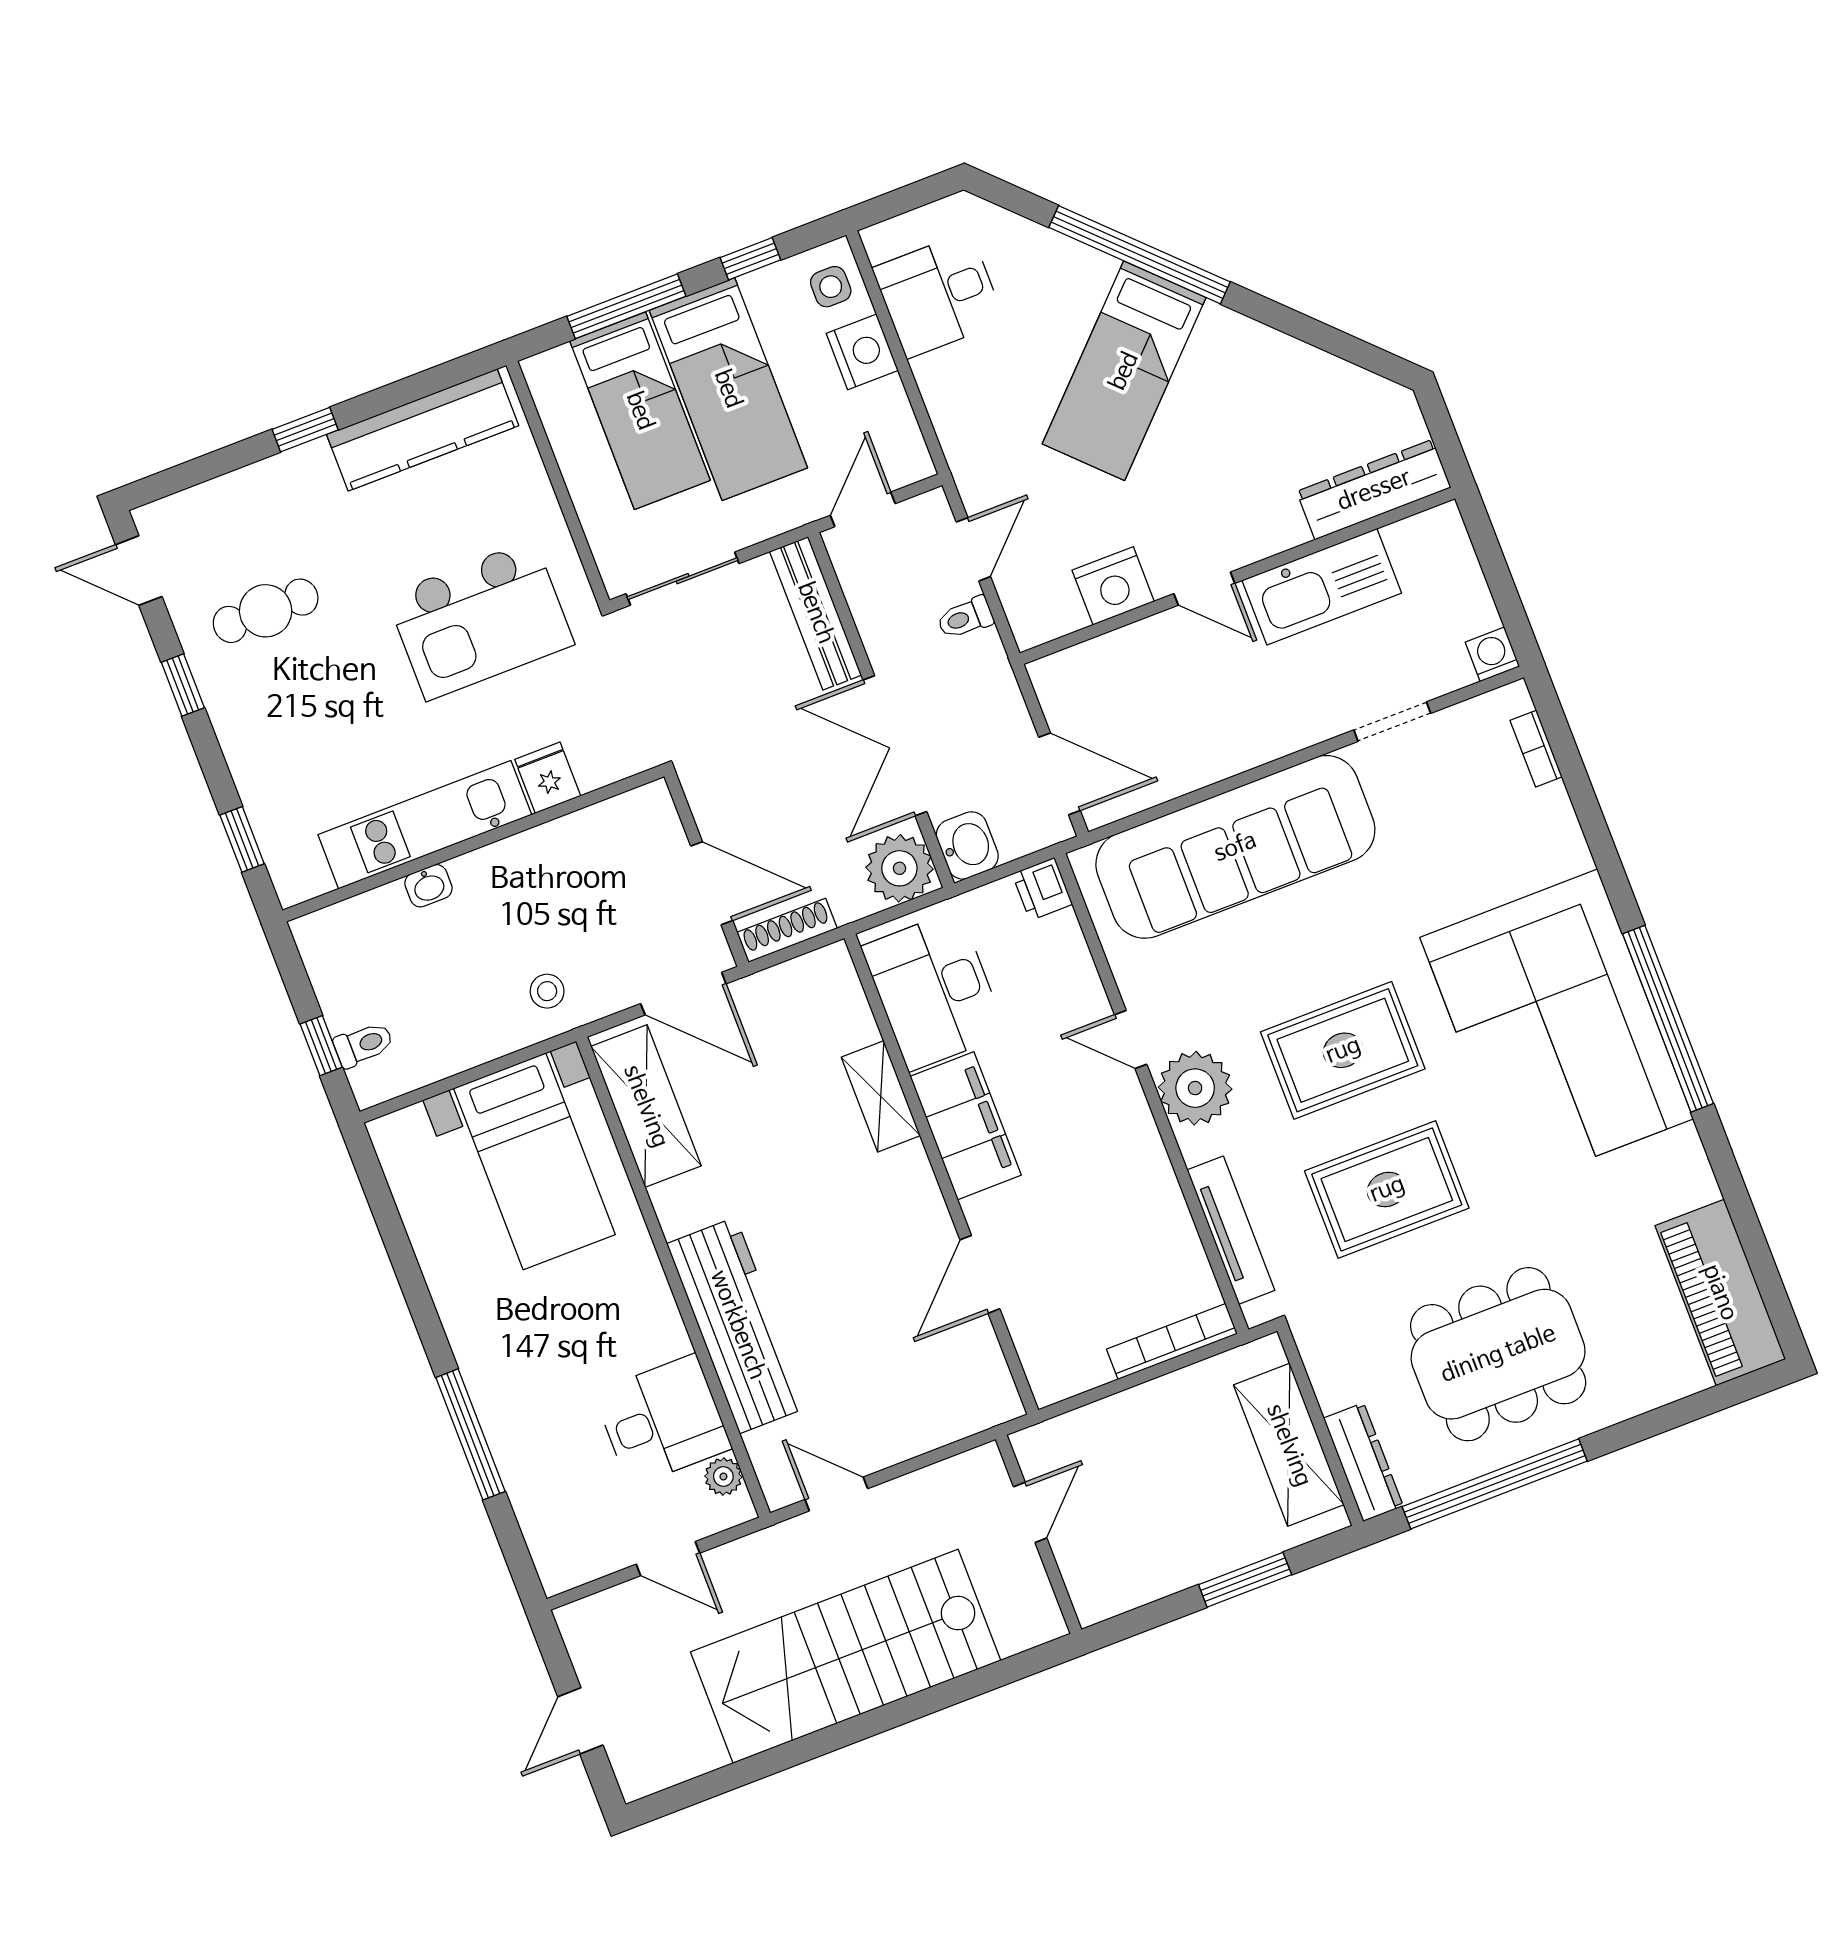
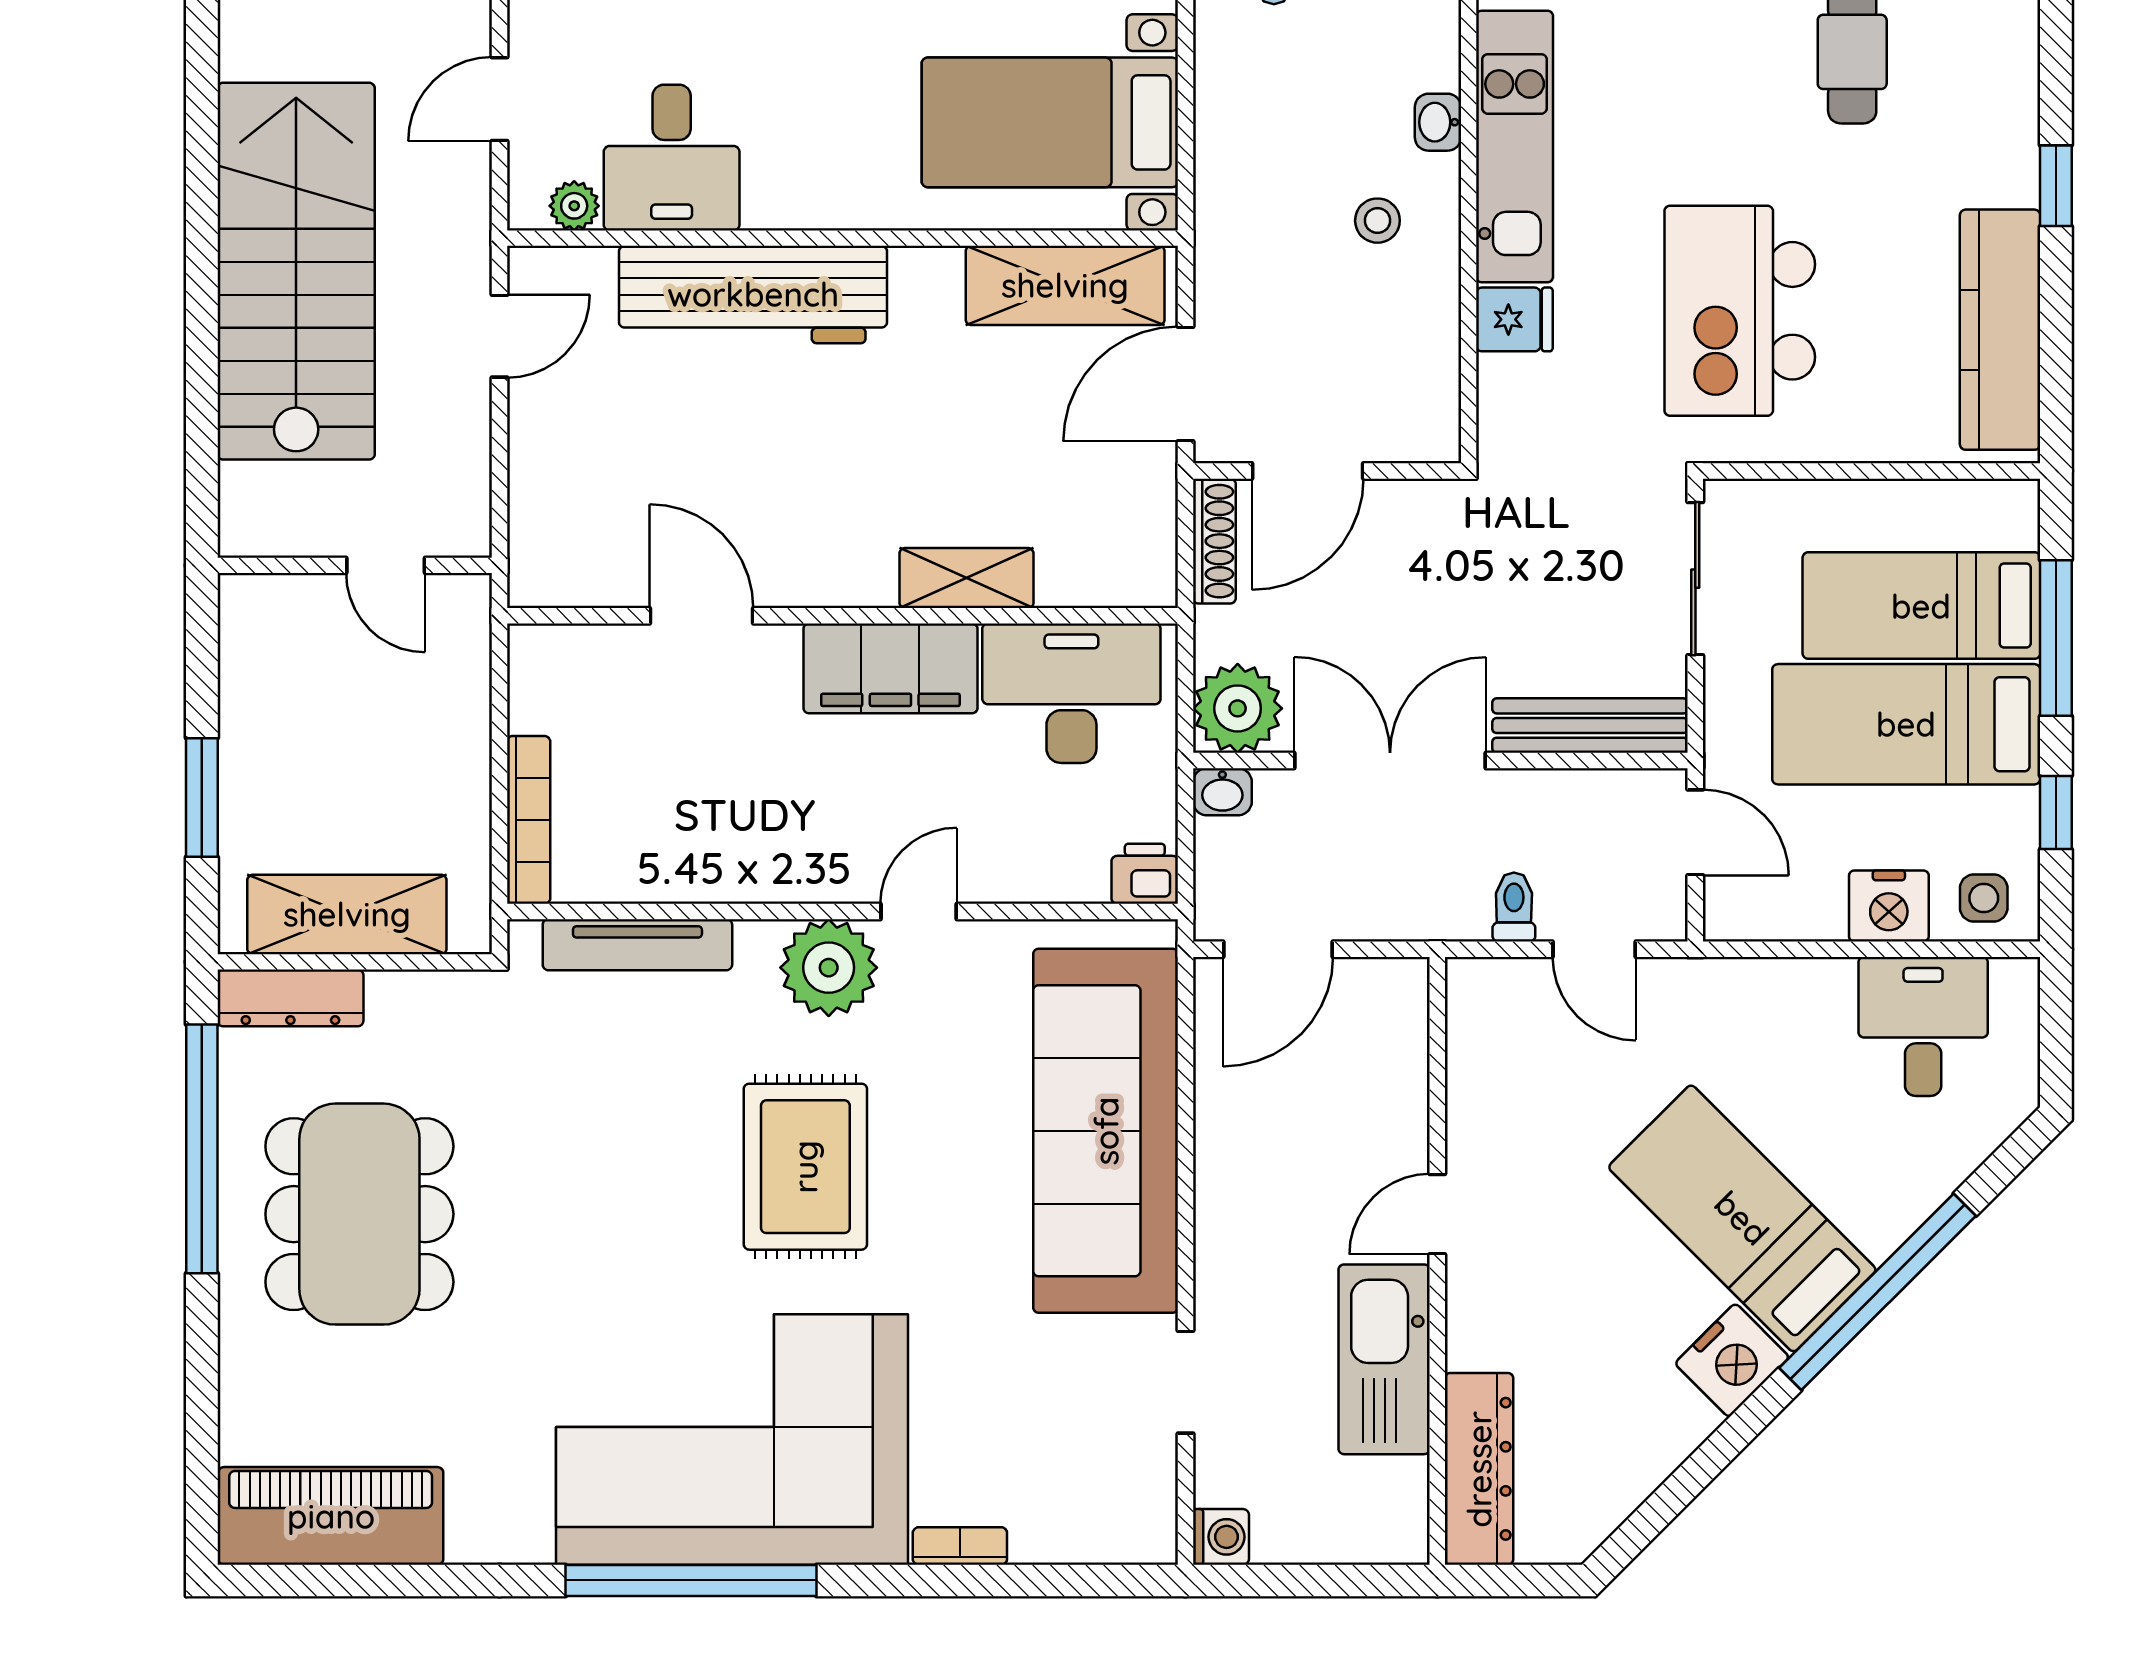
nightstand: (1113, 586) -> (1732, 1360), moved, turned -135
bookcase: (1536, 749) -> (960, 1546), moved
washbasin: (967, 845) -> (1222, 792), width x0.72, depth x0.69
stool: (547, 991) -> (1377, 221), moved
rug: (1387, 1189) -> (614, 1155), removed

